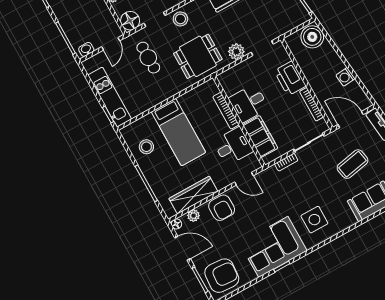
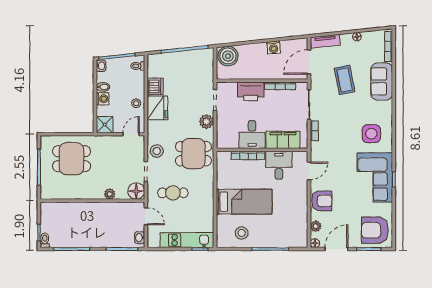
dining table: (198, 56) -> (193, 154), turned 90
wardrobe: (193, 195) -> (300, 217), removed
armchair: (222, 276) -> (375, 230), turned -94

